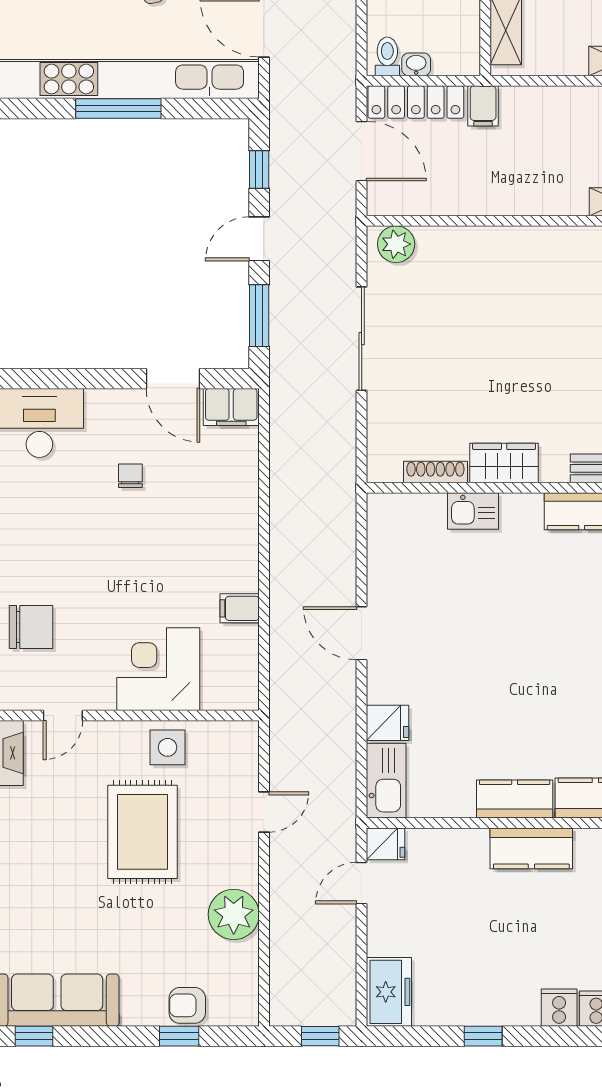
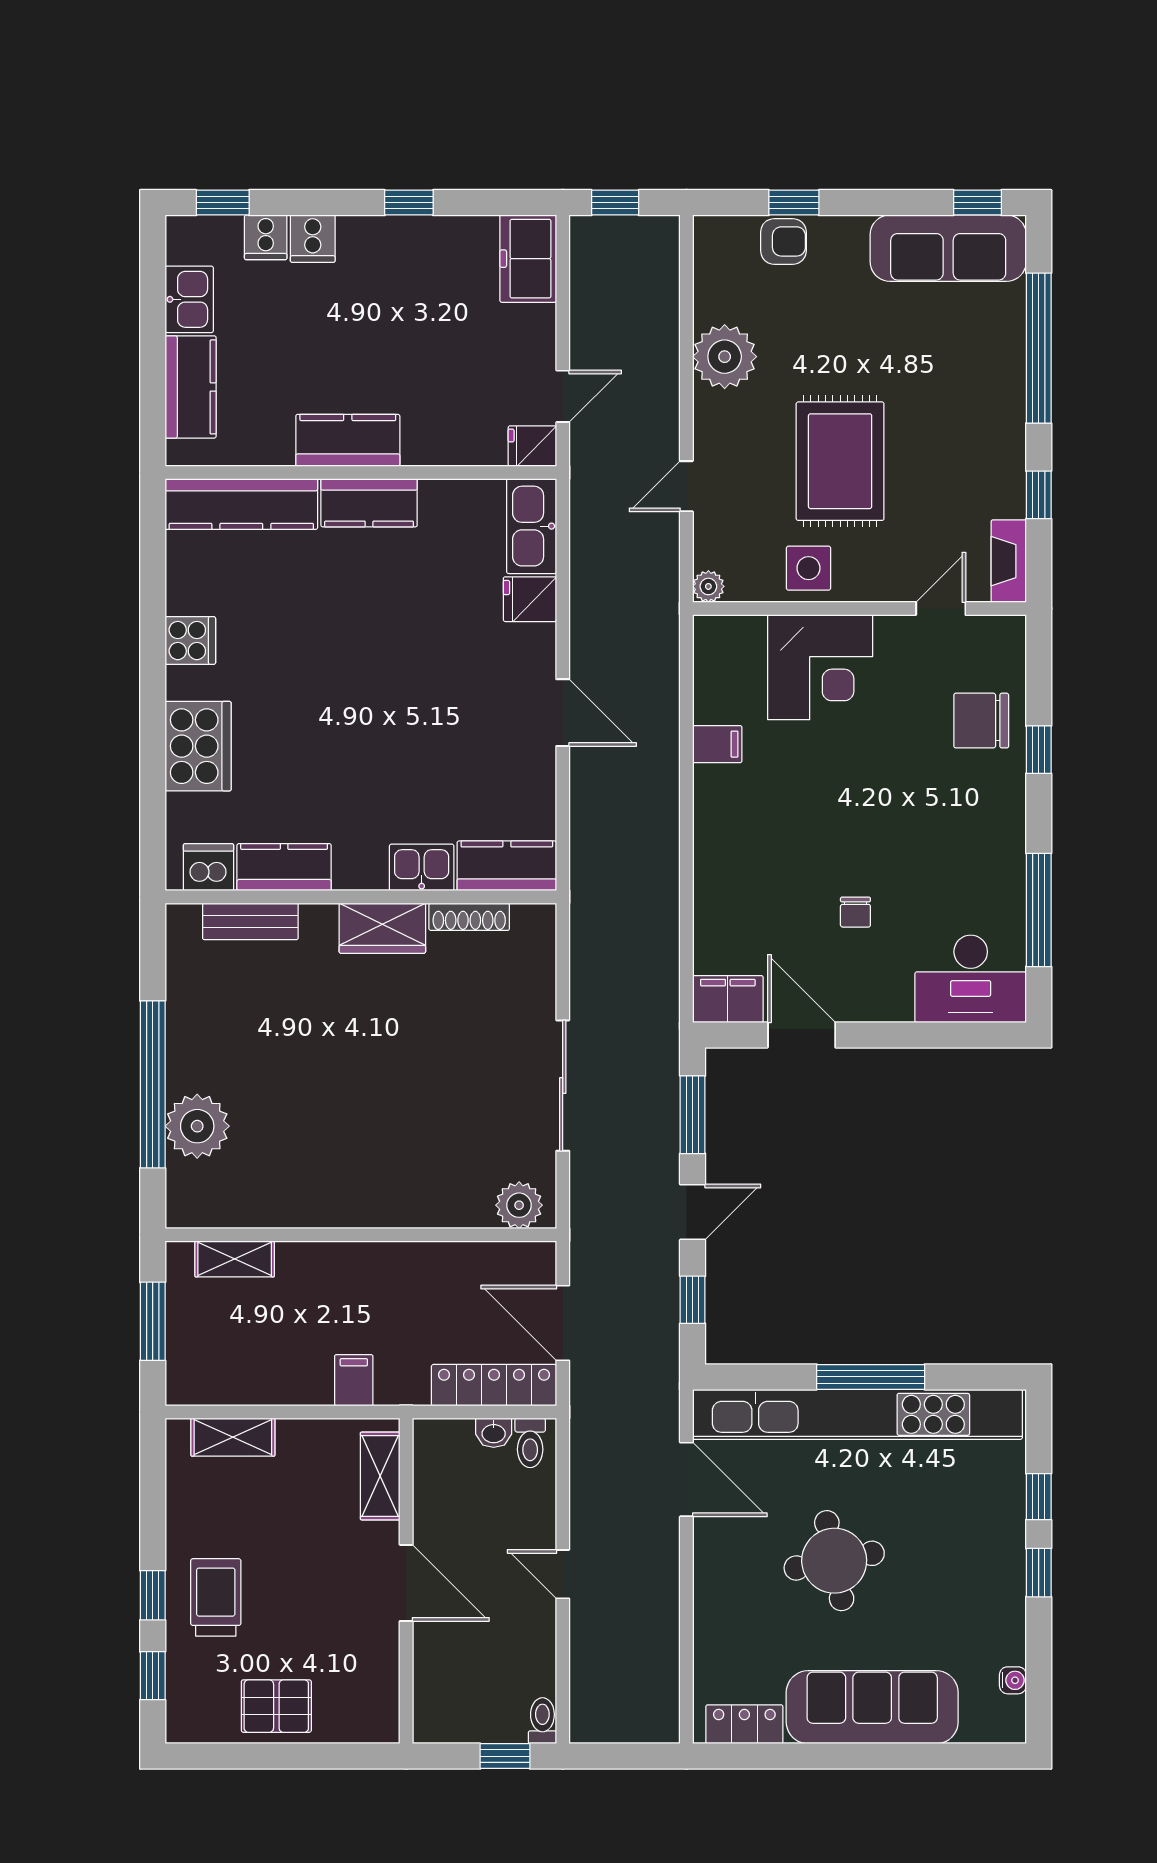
filing cabinet: (483, 106) -> (354, 1380), moved
kitchen counter: (406, 512) -> (507, 866), added
plant: (247, 733) -> (708, 586), added

